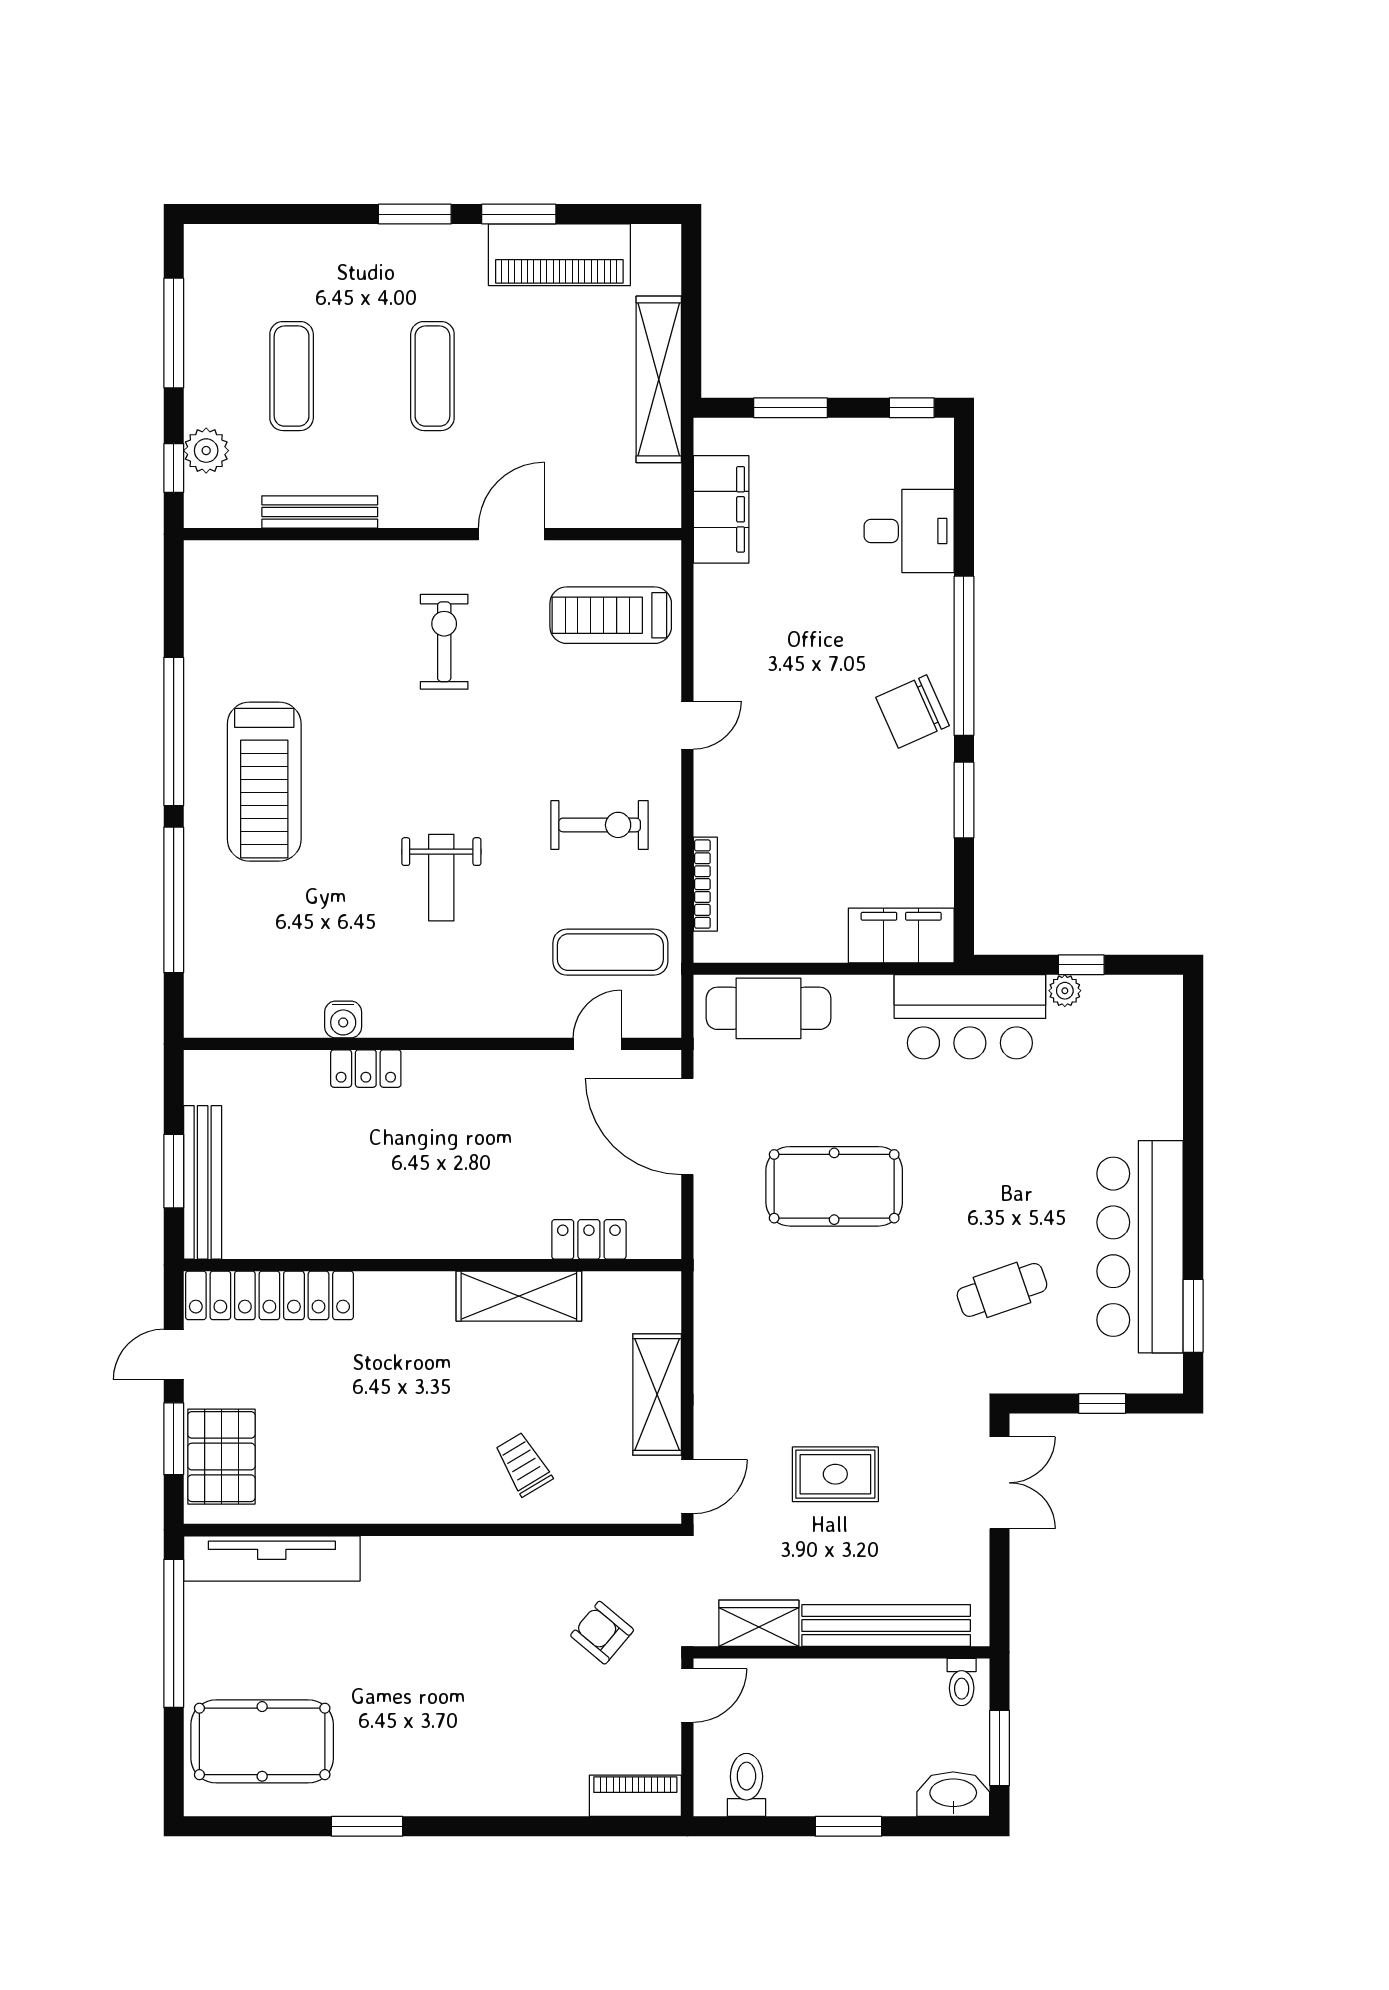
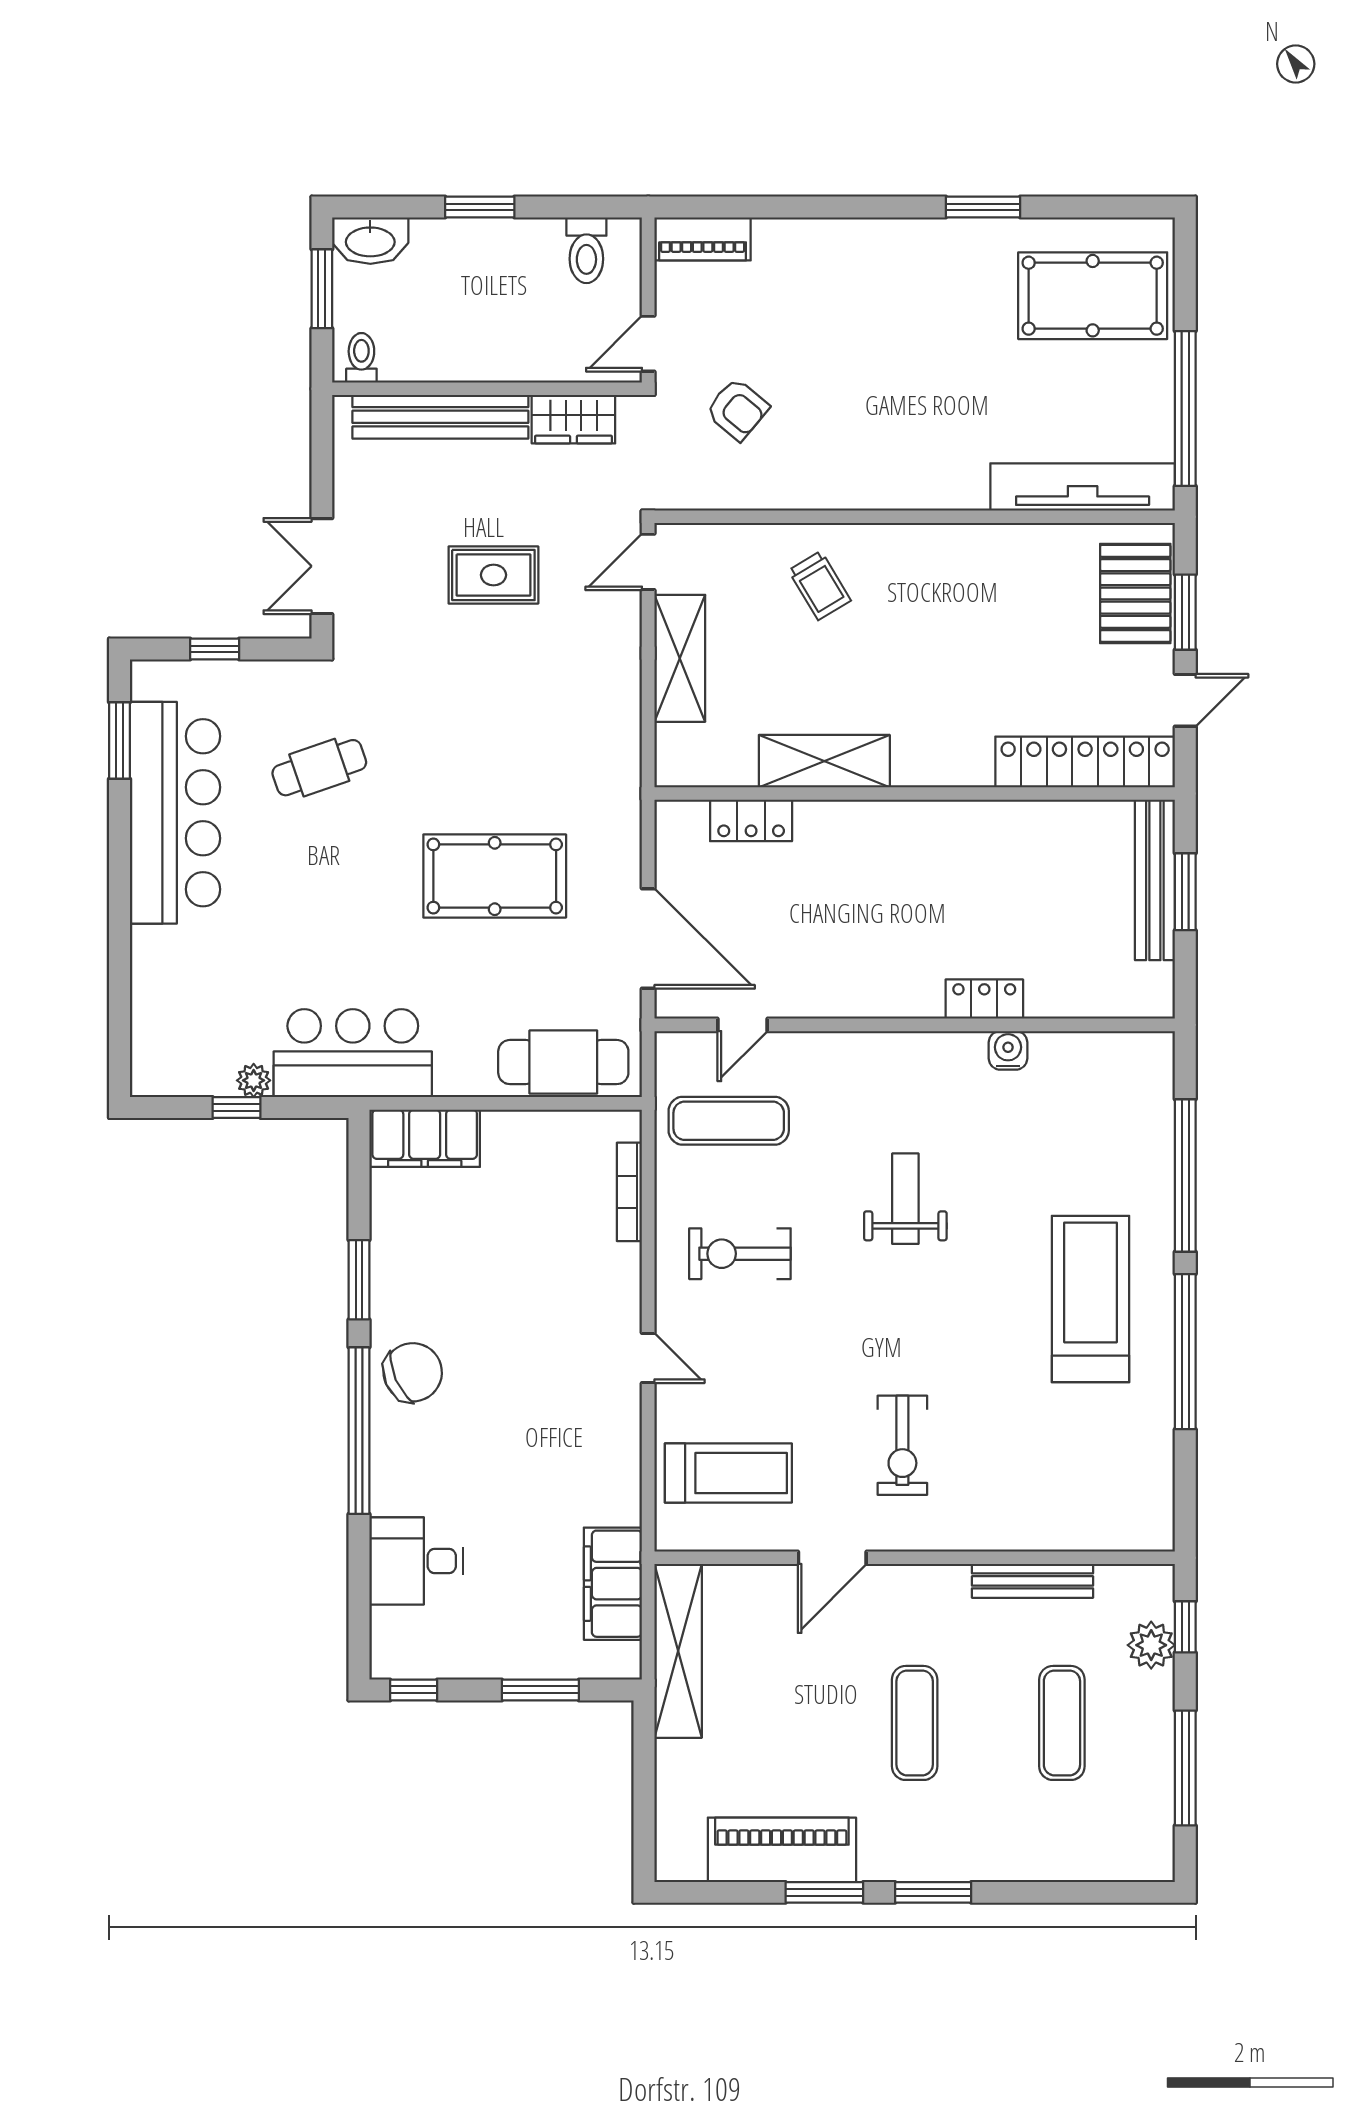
shelving: (659, 379) -> (678, 1651), moved
door: (687, 725) -> (648, 1358), swing flipped

